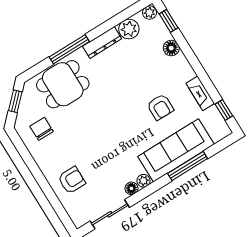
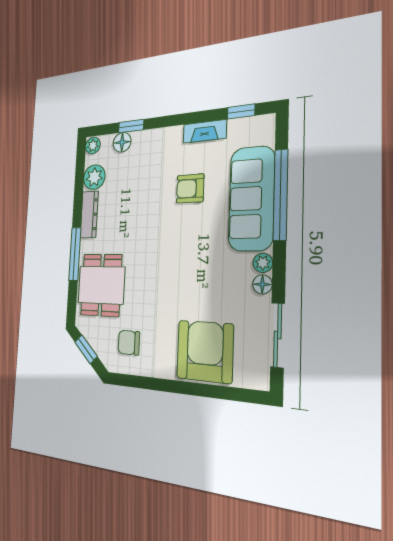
window: (169, 21) -> (131, 126), moved
floor lamp: (171, 48) -> (122, 142), moved
armchair: (160, 107) -> (190, 189), turned 180
window: (188, 166) -> (281, 195), width x1.46
armchair: (72, 180) -> (205, 351), width x1.88, depth x1.88

